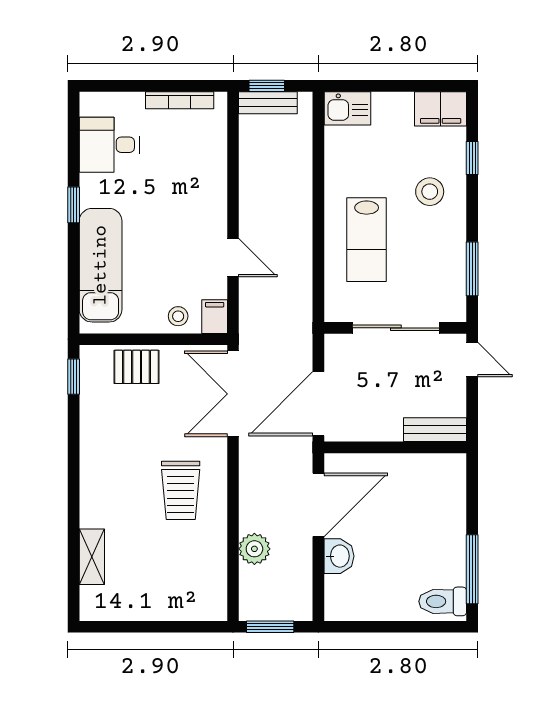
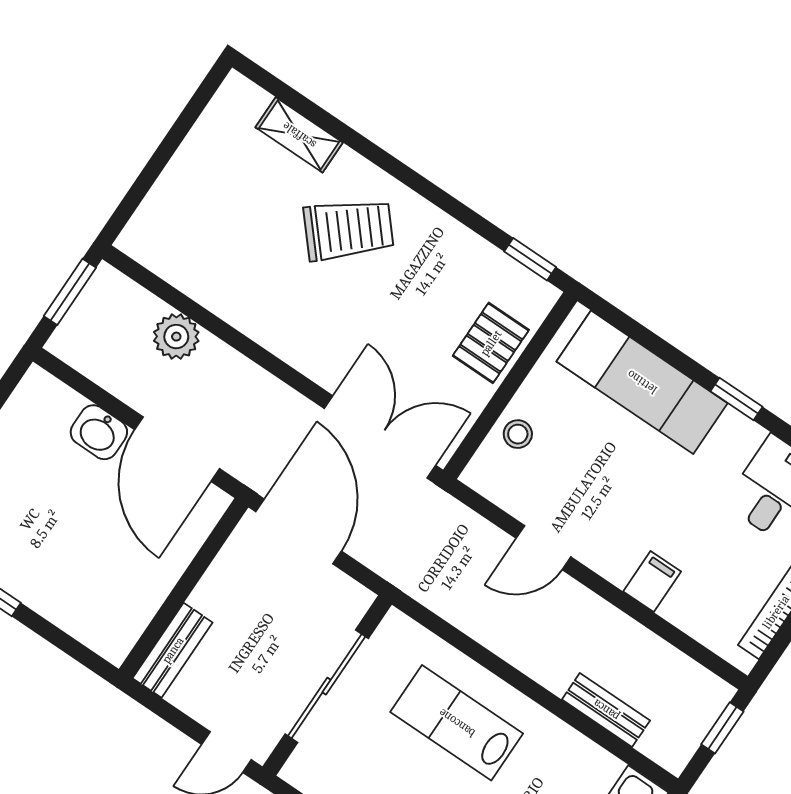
bench: (268, 103) -> (606, 710), moved, turned 90
filing cabinet: (215, 317) -> (652, 581), moved, turned -90
trolley: (181, 490) -> (349, 230), moved, turned 139

